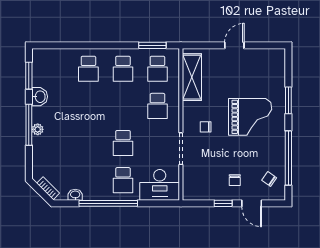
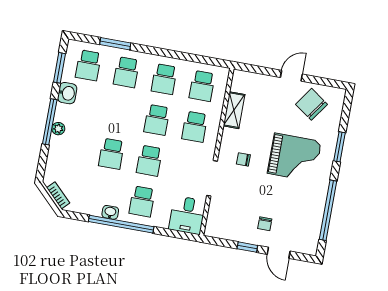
window: (152, 45) -> (115, 44), moved
school desk: (54, 69) -> (88, 65), added
shelving: (192, 77) -> (234, 110), width x0.67, depth x0.75
school desk: (123, 106) -> (157, 120), added
school desk: (88, 143) -> (111, 154), added
chair: (269, 179) -> (312, 104), moved, width x1.87, depth x1.87
desk: (160, 185) -> (187, 215), width x0.73
washbasin: (75, 195) -> (110, 212), moved

